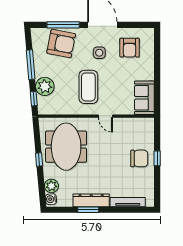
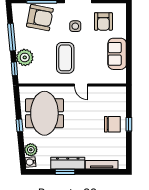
sofa: (144, 98) -> (117, 54), moved

